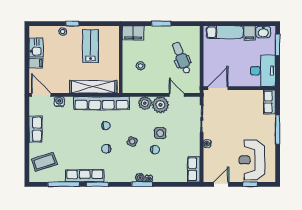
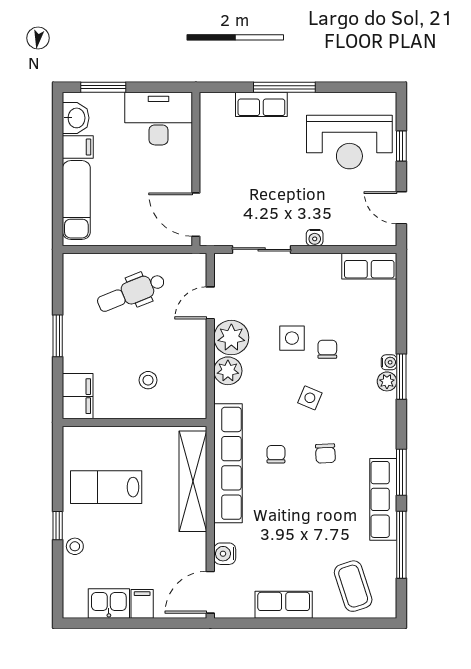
row of seats: (270, 102) -> (261, 104), moved

